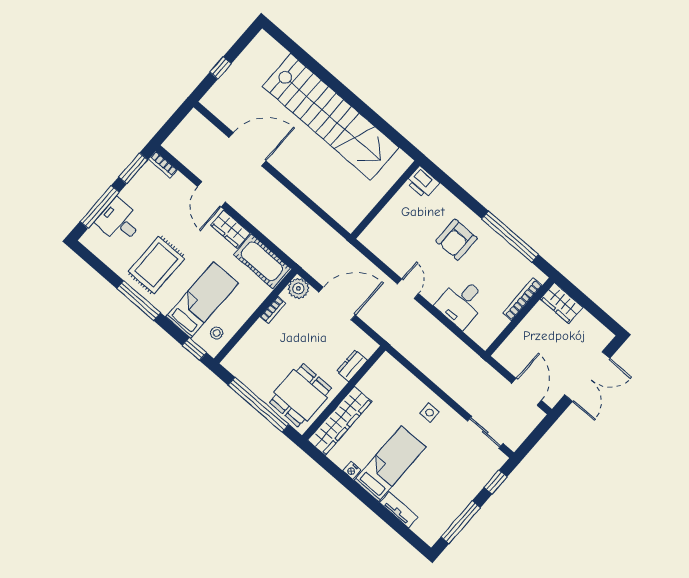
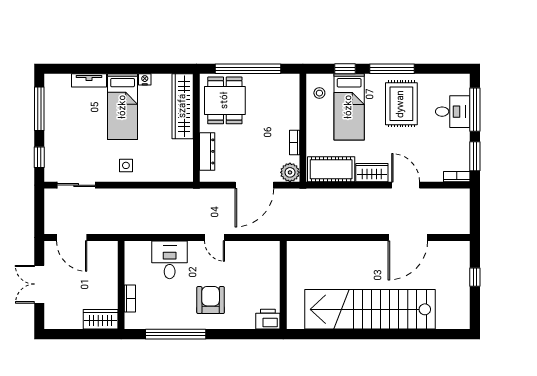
bookcase: (522, 299) -> (130, 299), width x0.64
window: (194, 349) -> (345, 69), moved
dresser: (352, 366) -> (207, 151), width x1.44
double door: (587, 377) -> (39, 284), width x0.73

